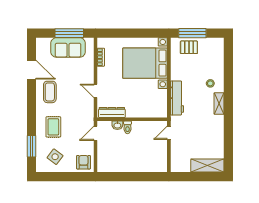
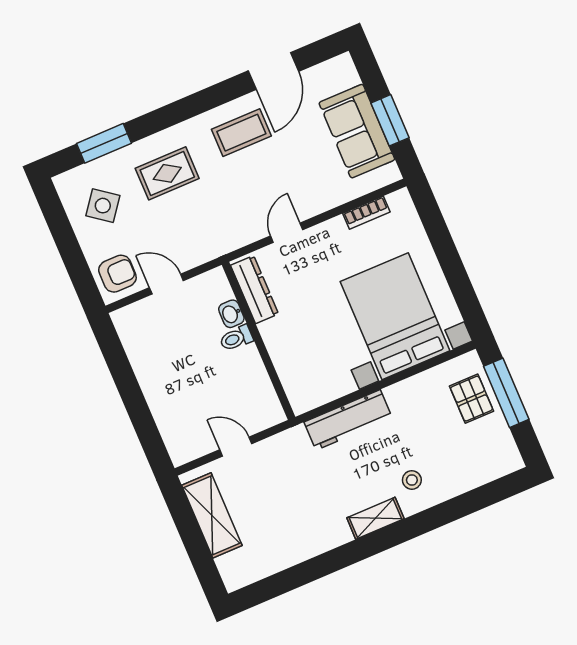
window: (69, 33) -> (390, 120), width x0.69
door: (95, 133) -> (166, 284), moved
door: (169, 133) -> (236, 447), moved
shelving: (207, 166) -> (212, 515), moved

